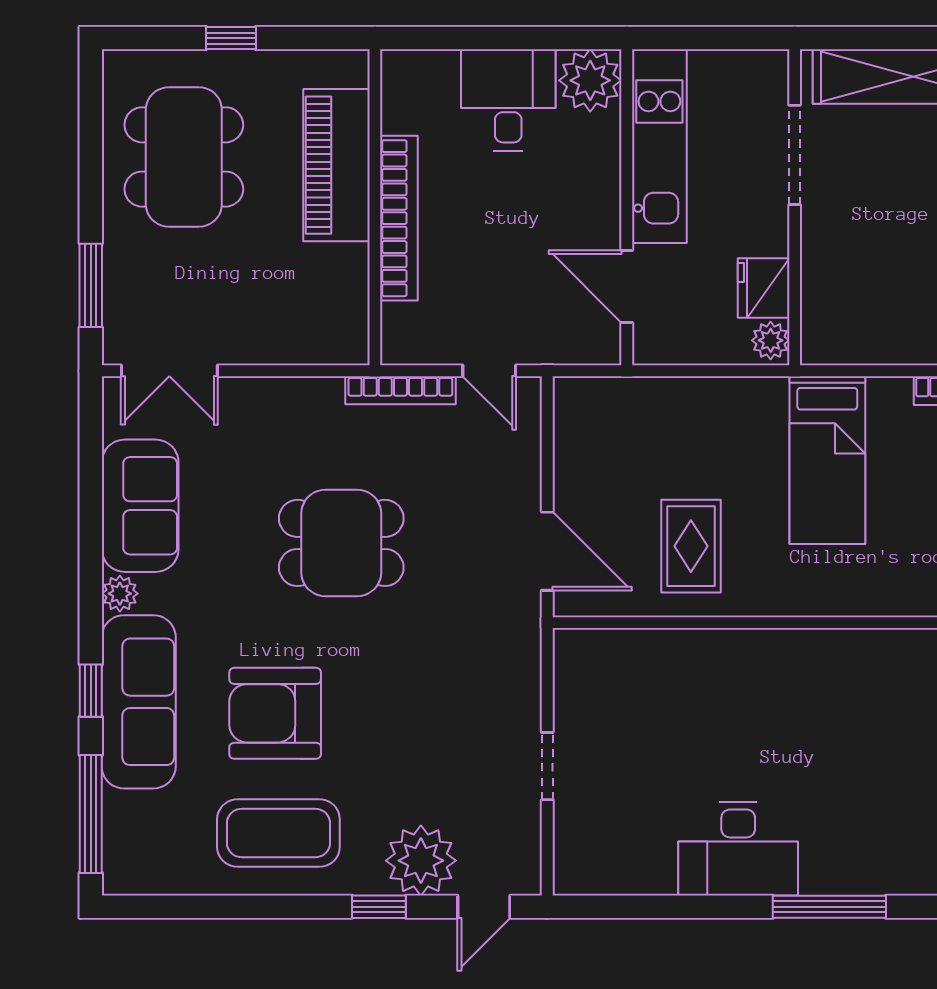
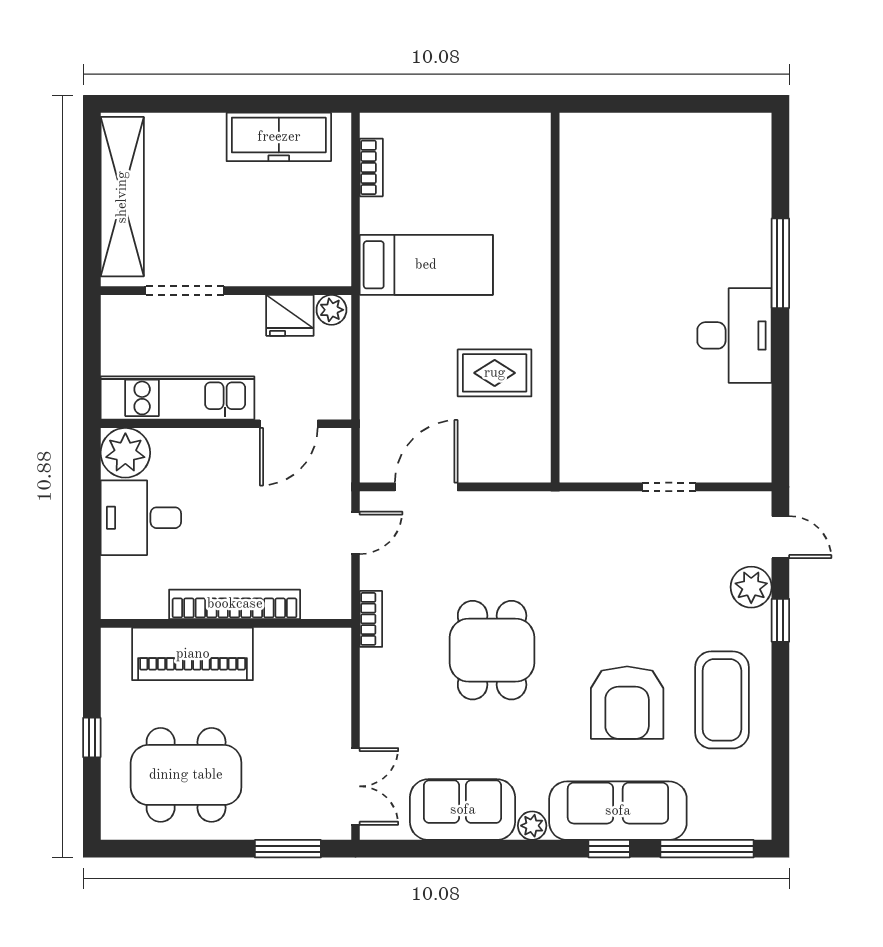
bookcase: (400, 390) -> (371, 619), width x0.64
door: (547, 551) -> (426, 487), moved
plant: (421, 861) -> (751, 587), width x0.73, depth x0.73

